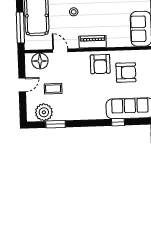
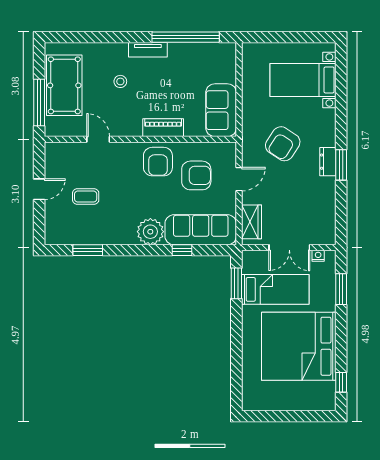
piano: (93, 42) -> (163, 128), moved
floor lamp: (40, 61) -> (67, 154), removed
plant: (44, 112) -> (150, 232), moved

